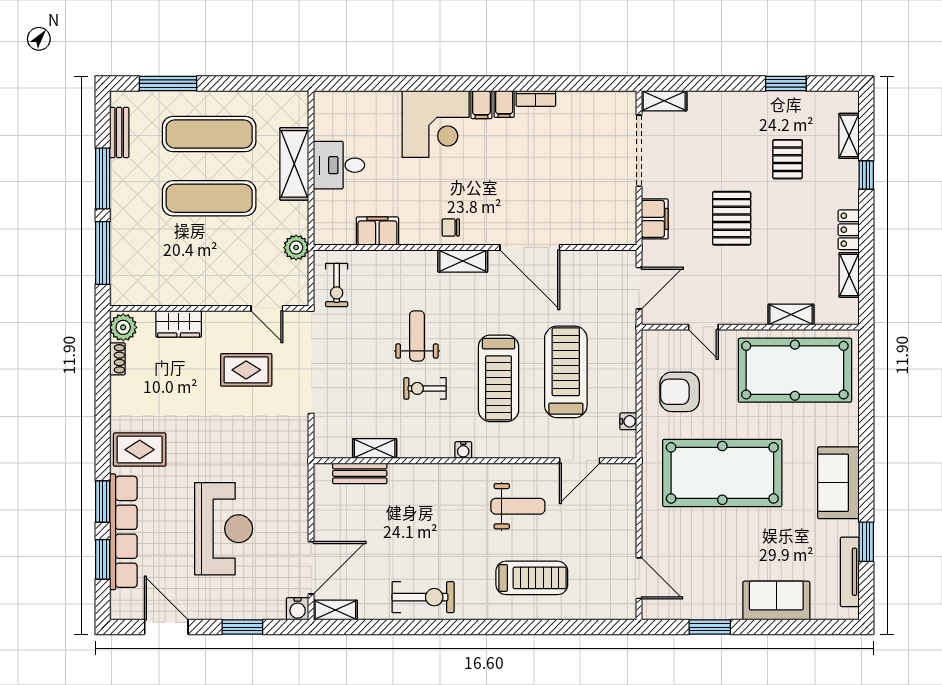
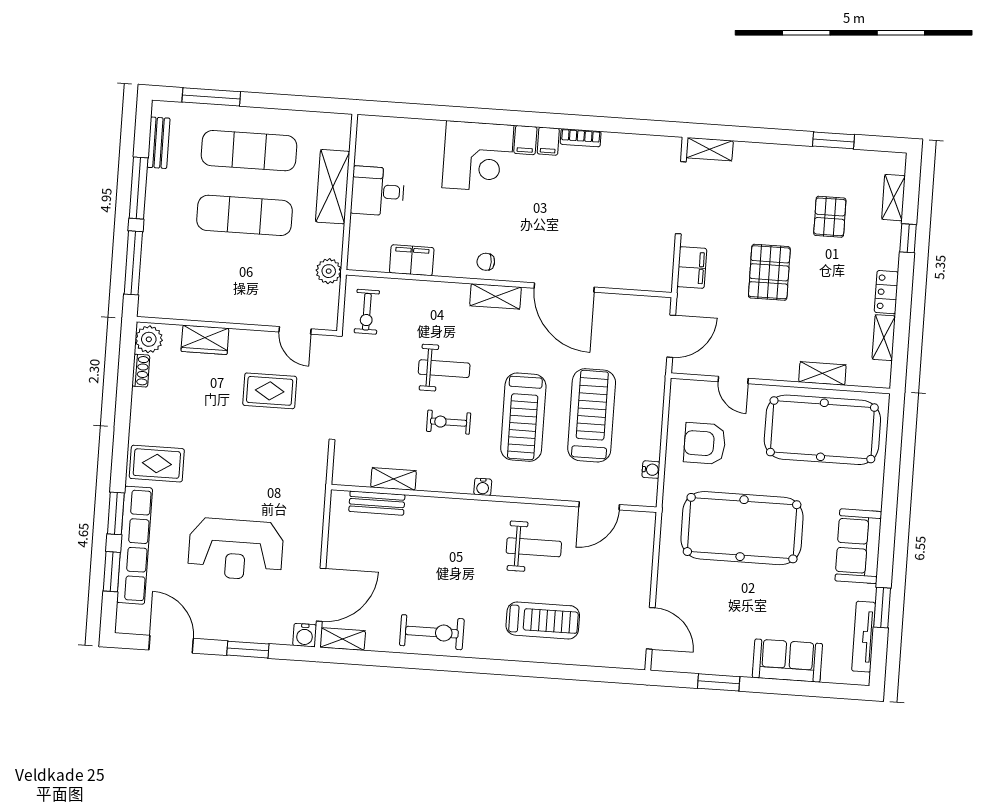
weight bench: (417, 336) -> (444, 369), turned 90
reception desk: (224, 529) -> (236, 549), turned 90

